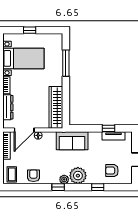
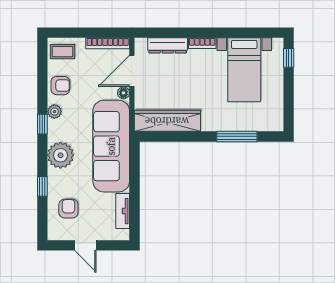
window: (30, 30) -> (289, 58), moved
window: (108, 128) -> (134, 203), removed
door: (24, 130) -> (132, 71), hinge flipped
sofa: (72, 141) -> (111, 146), width x1.85, depth x1.27
plant: (64, 179) -> (54, 112), moved

